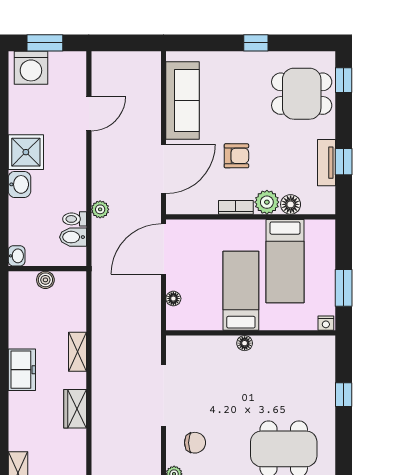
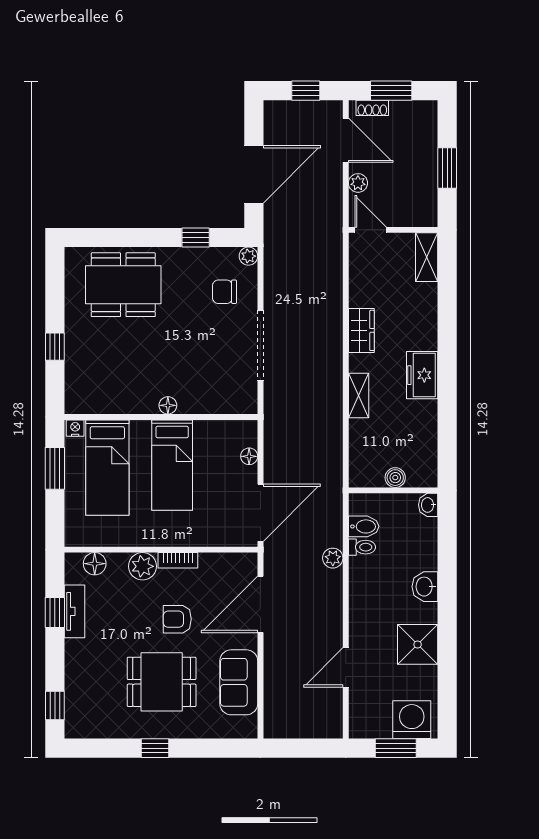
dining table: (302, 94) -> (162, 682), moved
sofa: (183, 101) -> (239, 682), width x0.73
shower: (26, 152) -> (418, 644), moved
floor lamp: (291, 204) -> (95, 564), moved
bed: (285, 261) -> (107, 468), moved, turned 180

